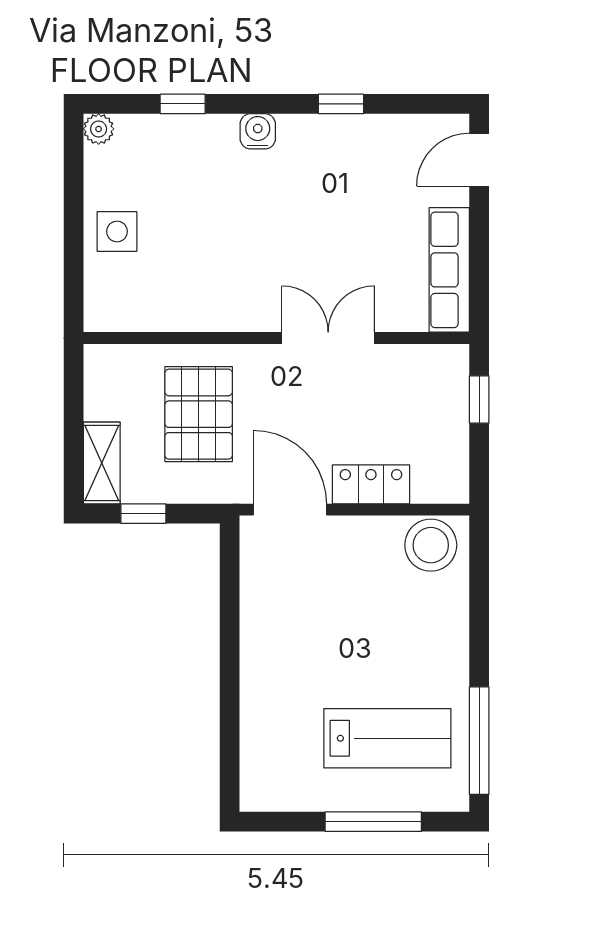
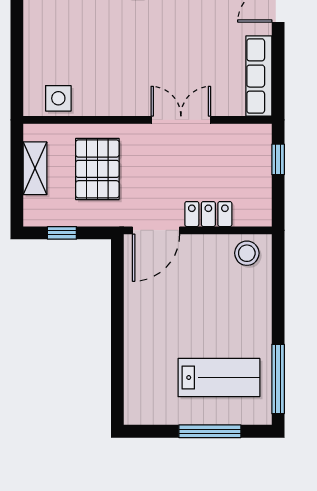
side table: (117, 232) -> (58, 98), moved
shelving: (102, 463) -> (35, 168), moved
door: (290, 510) -> (156, 230), swing flipped
stool: (431, 545) -> (247, 253), width x0.73, depth x0.73

